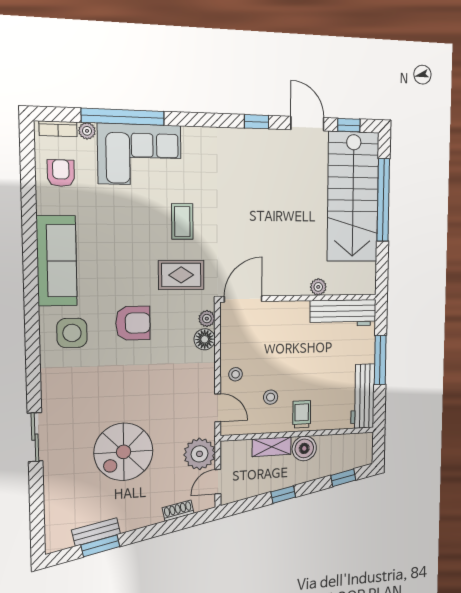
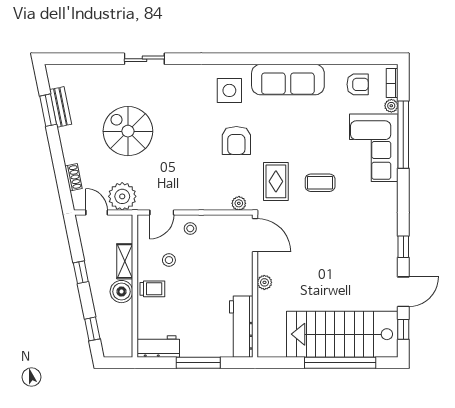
plant: (318, 287) -> (264, 282), moved
floor lamp: (205, 339) -> (221, 201), removed
workbench: (363, 396) -> (158, 346), width x0.73

